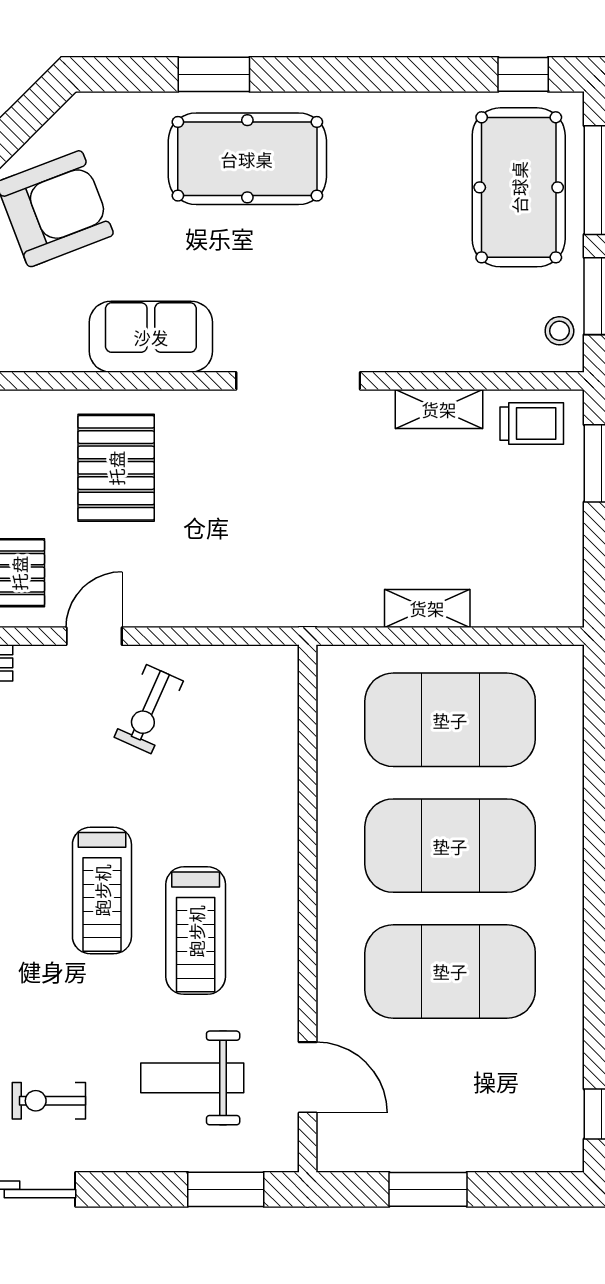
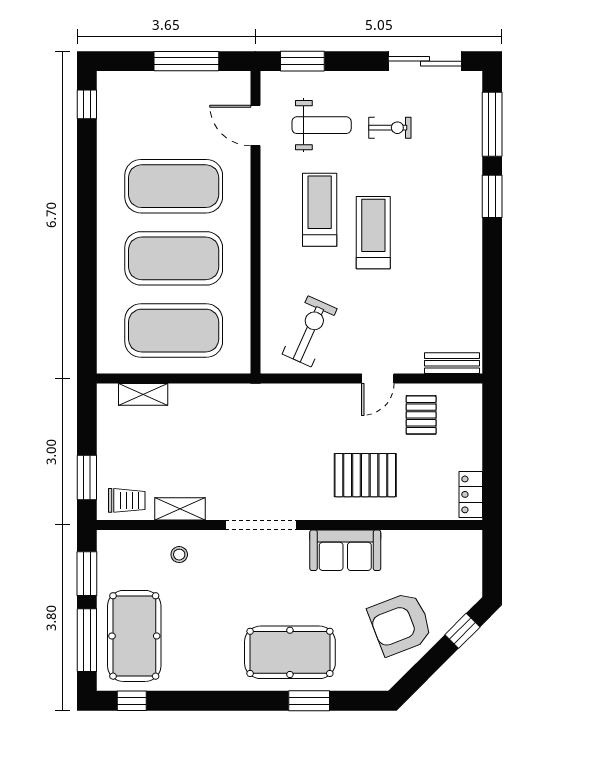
stool: (559, 331) -> (179, 555), moved
trolley: (532, 424) -> (127, 500), turned 180
pallet: (116, 468) -> (365, 475), turned 90
shelving: (427, 608) -> (143, 394), moved
exercise bike: (149, 709) -> (310, 331), moved, width x1.38, depth x1.39
exercise bike: (49, 1101) -> (390, 128), moved
window: (428, 1189) -> (186, 61), width x1.44

